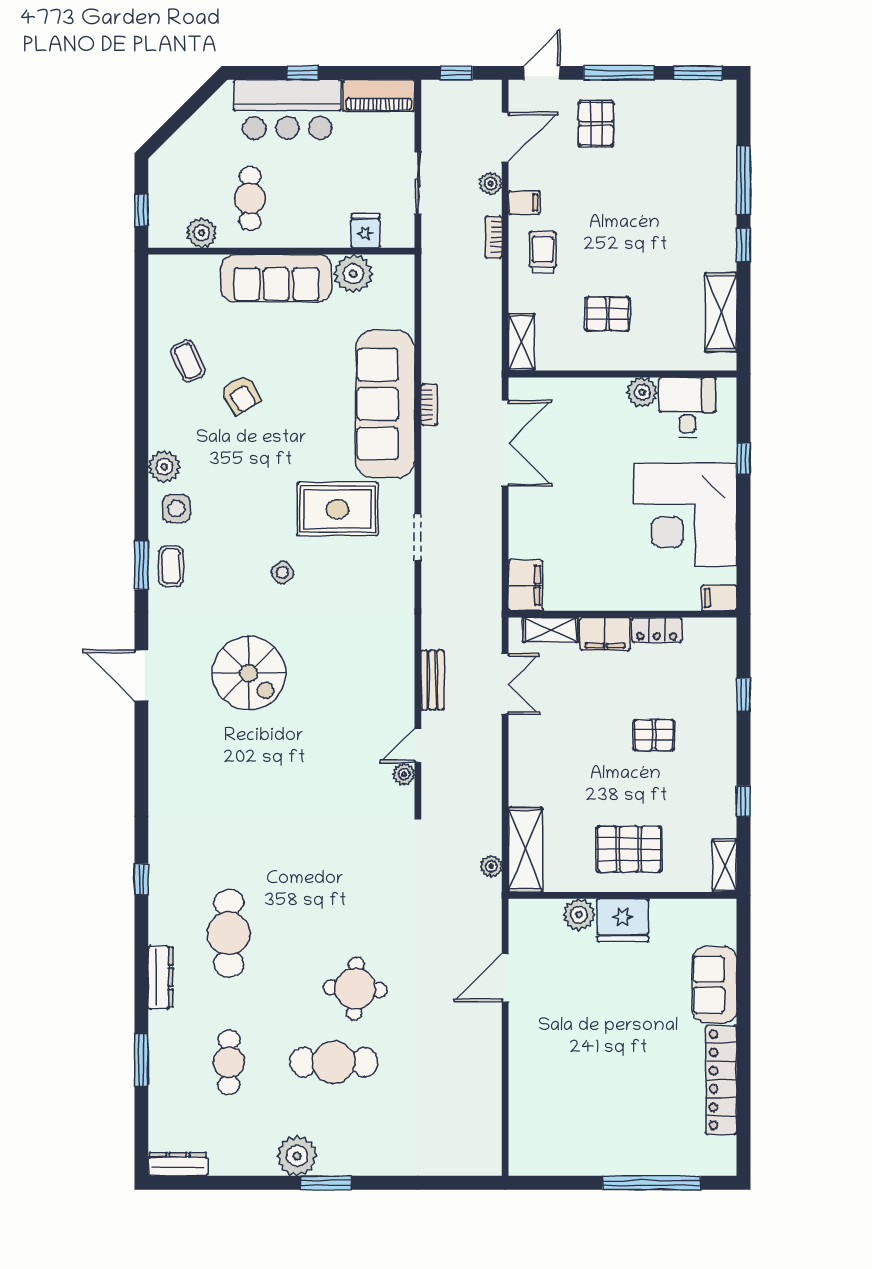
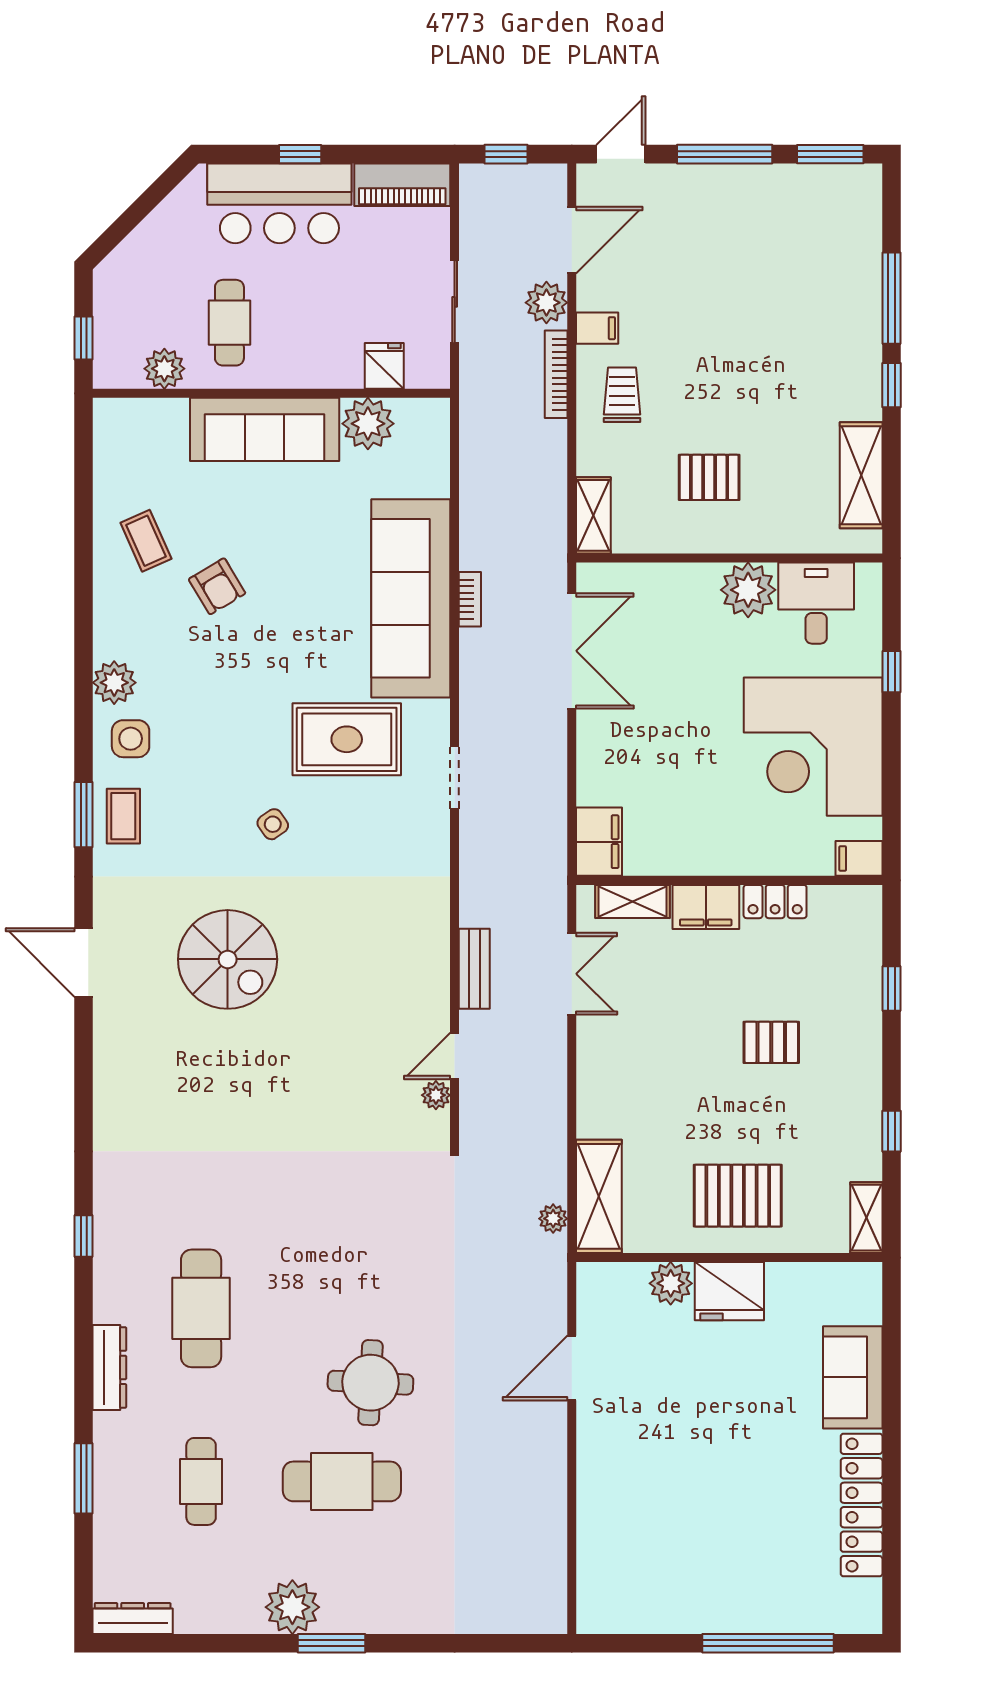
pallet: (596, 124) -> (694, 222), removed
plant: (491, 184) -> (546, 303), width x1.38, depth x1.38
bookcase: (494, 237) -> (556, 374), width x1.56
plant: (642, 392) -> (748, 590), width x1.36, depth x1.36

